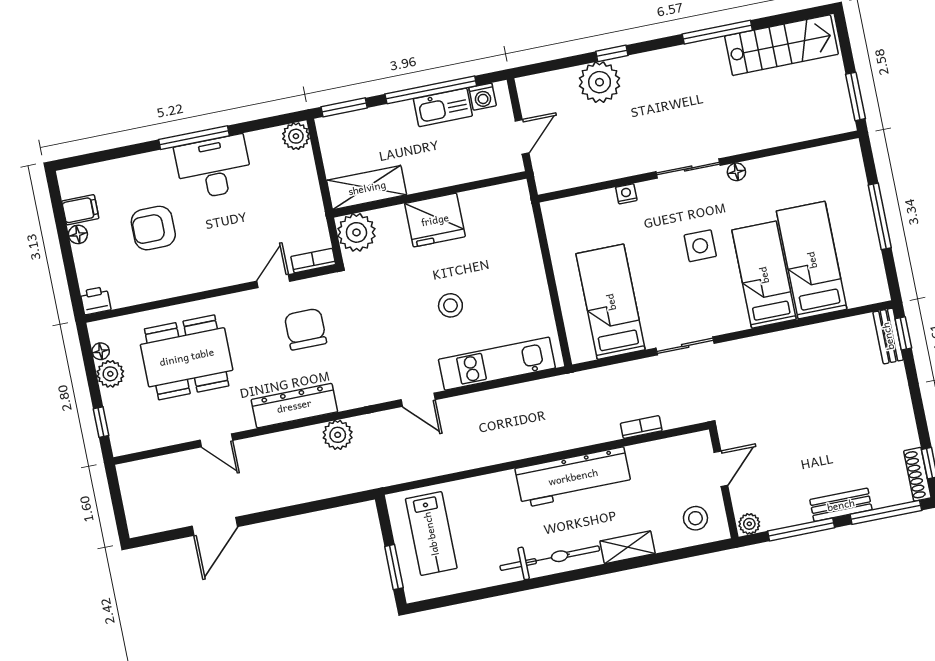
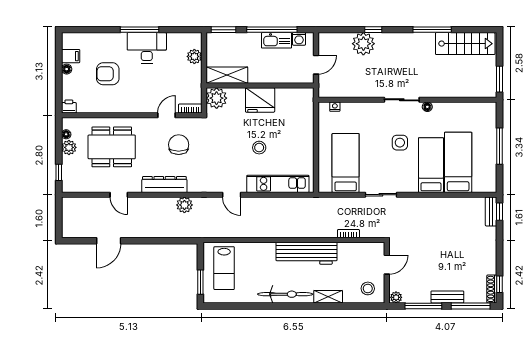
plant: (296, 136) -> (194, 56), moved
nightstand: (626, 194) -> (335, 107), moved

